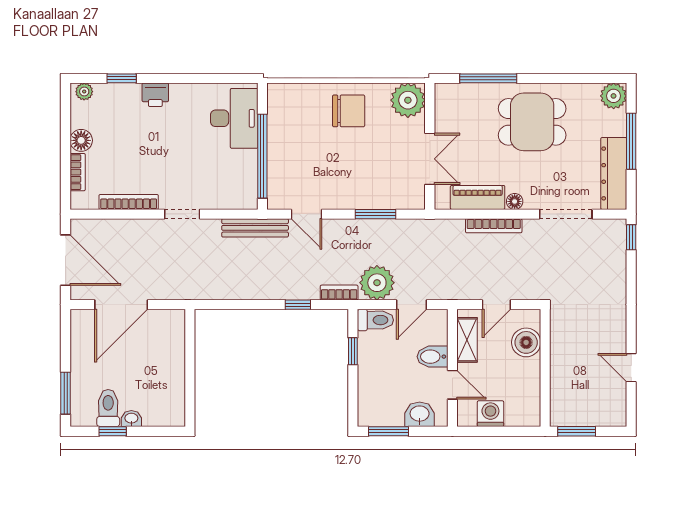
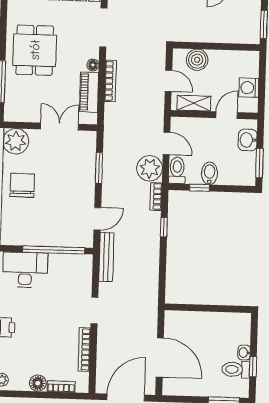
bidet: (432, 357) -> (210, 173), moved, turned 180

